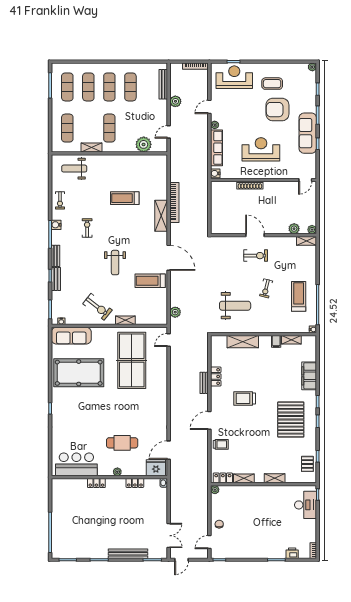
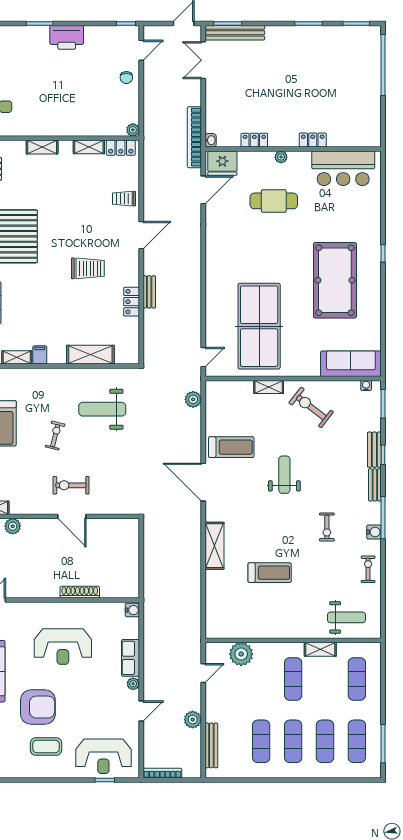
row of seats: (216, 148) -> (130, 658), width x0.68
bookcase: (174, 202) -> (194, 137), moved
pool table: (79, 373) -> (335, 280), moved, turned 90
printer: (292, 553) -> (67, 37), moved, width x1.87, depth x1.48
bench: (128, 554) -> (235, 33), moved

